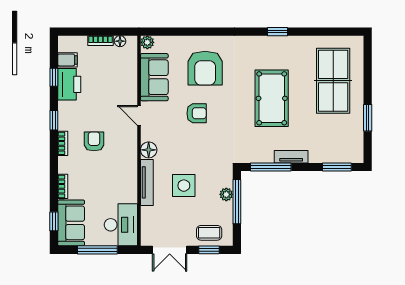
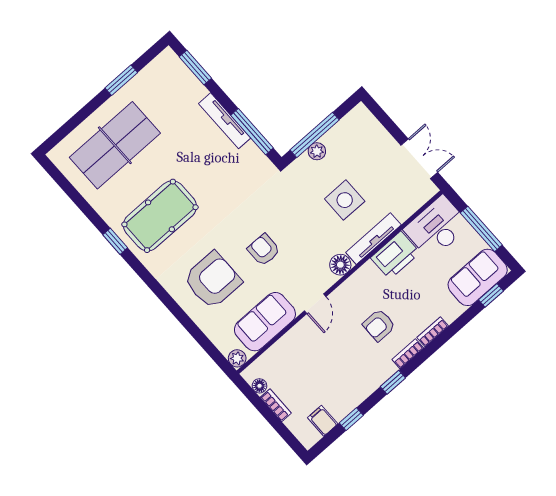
printer: (69, 84) -> (395, 255), moved, turned 180
pool table: (272, 98) -> (160, 216), moved
tv unit: (291, 157) -> (225, 121), width x1.41
bookcase: (63, 186) -> (433, 332), moved
coffee table: (209, 233) -> (369, 135), removed
window: (209, 250) -> (385, 121), removed

